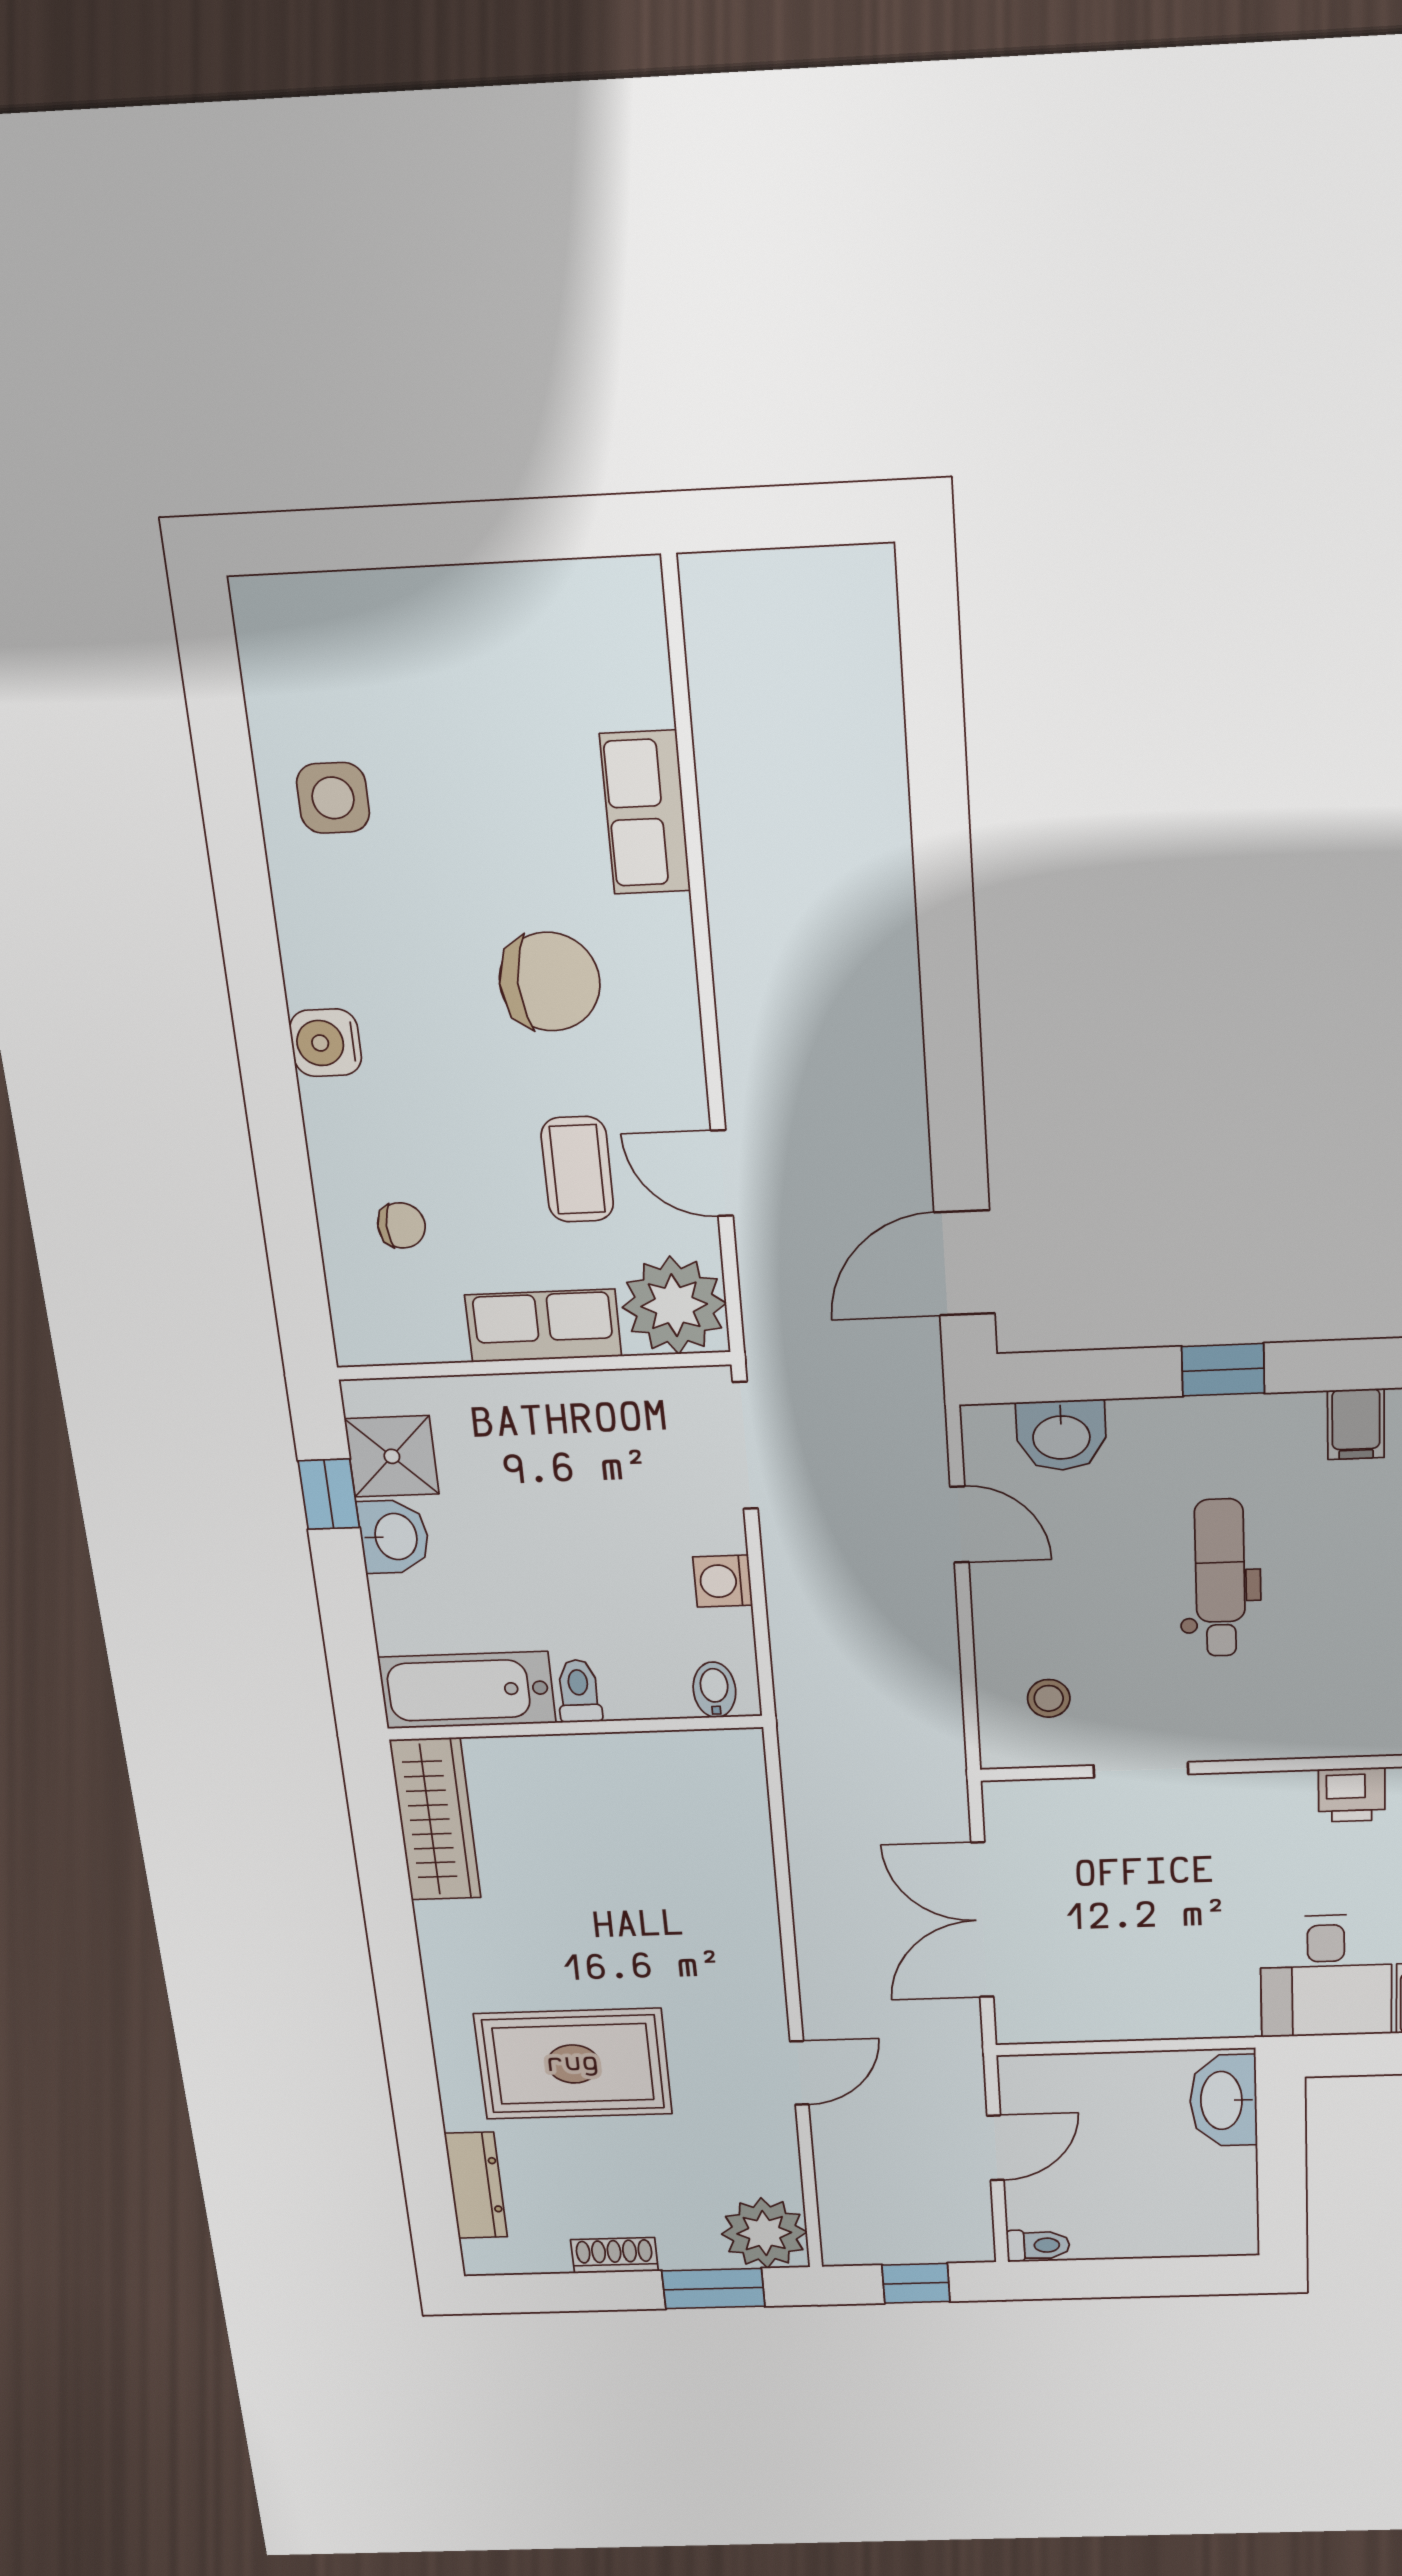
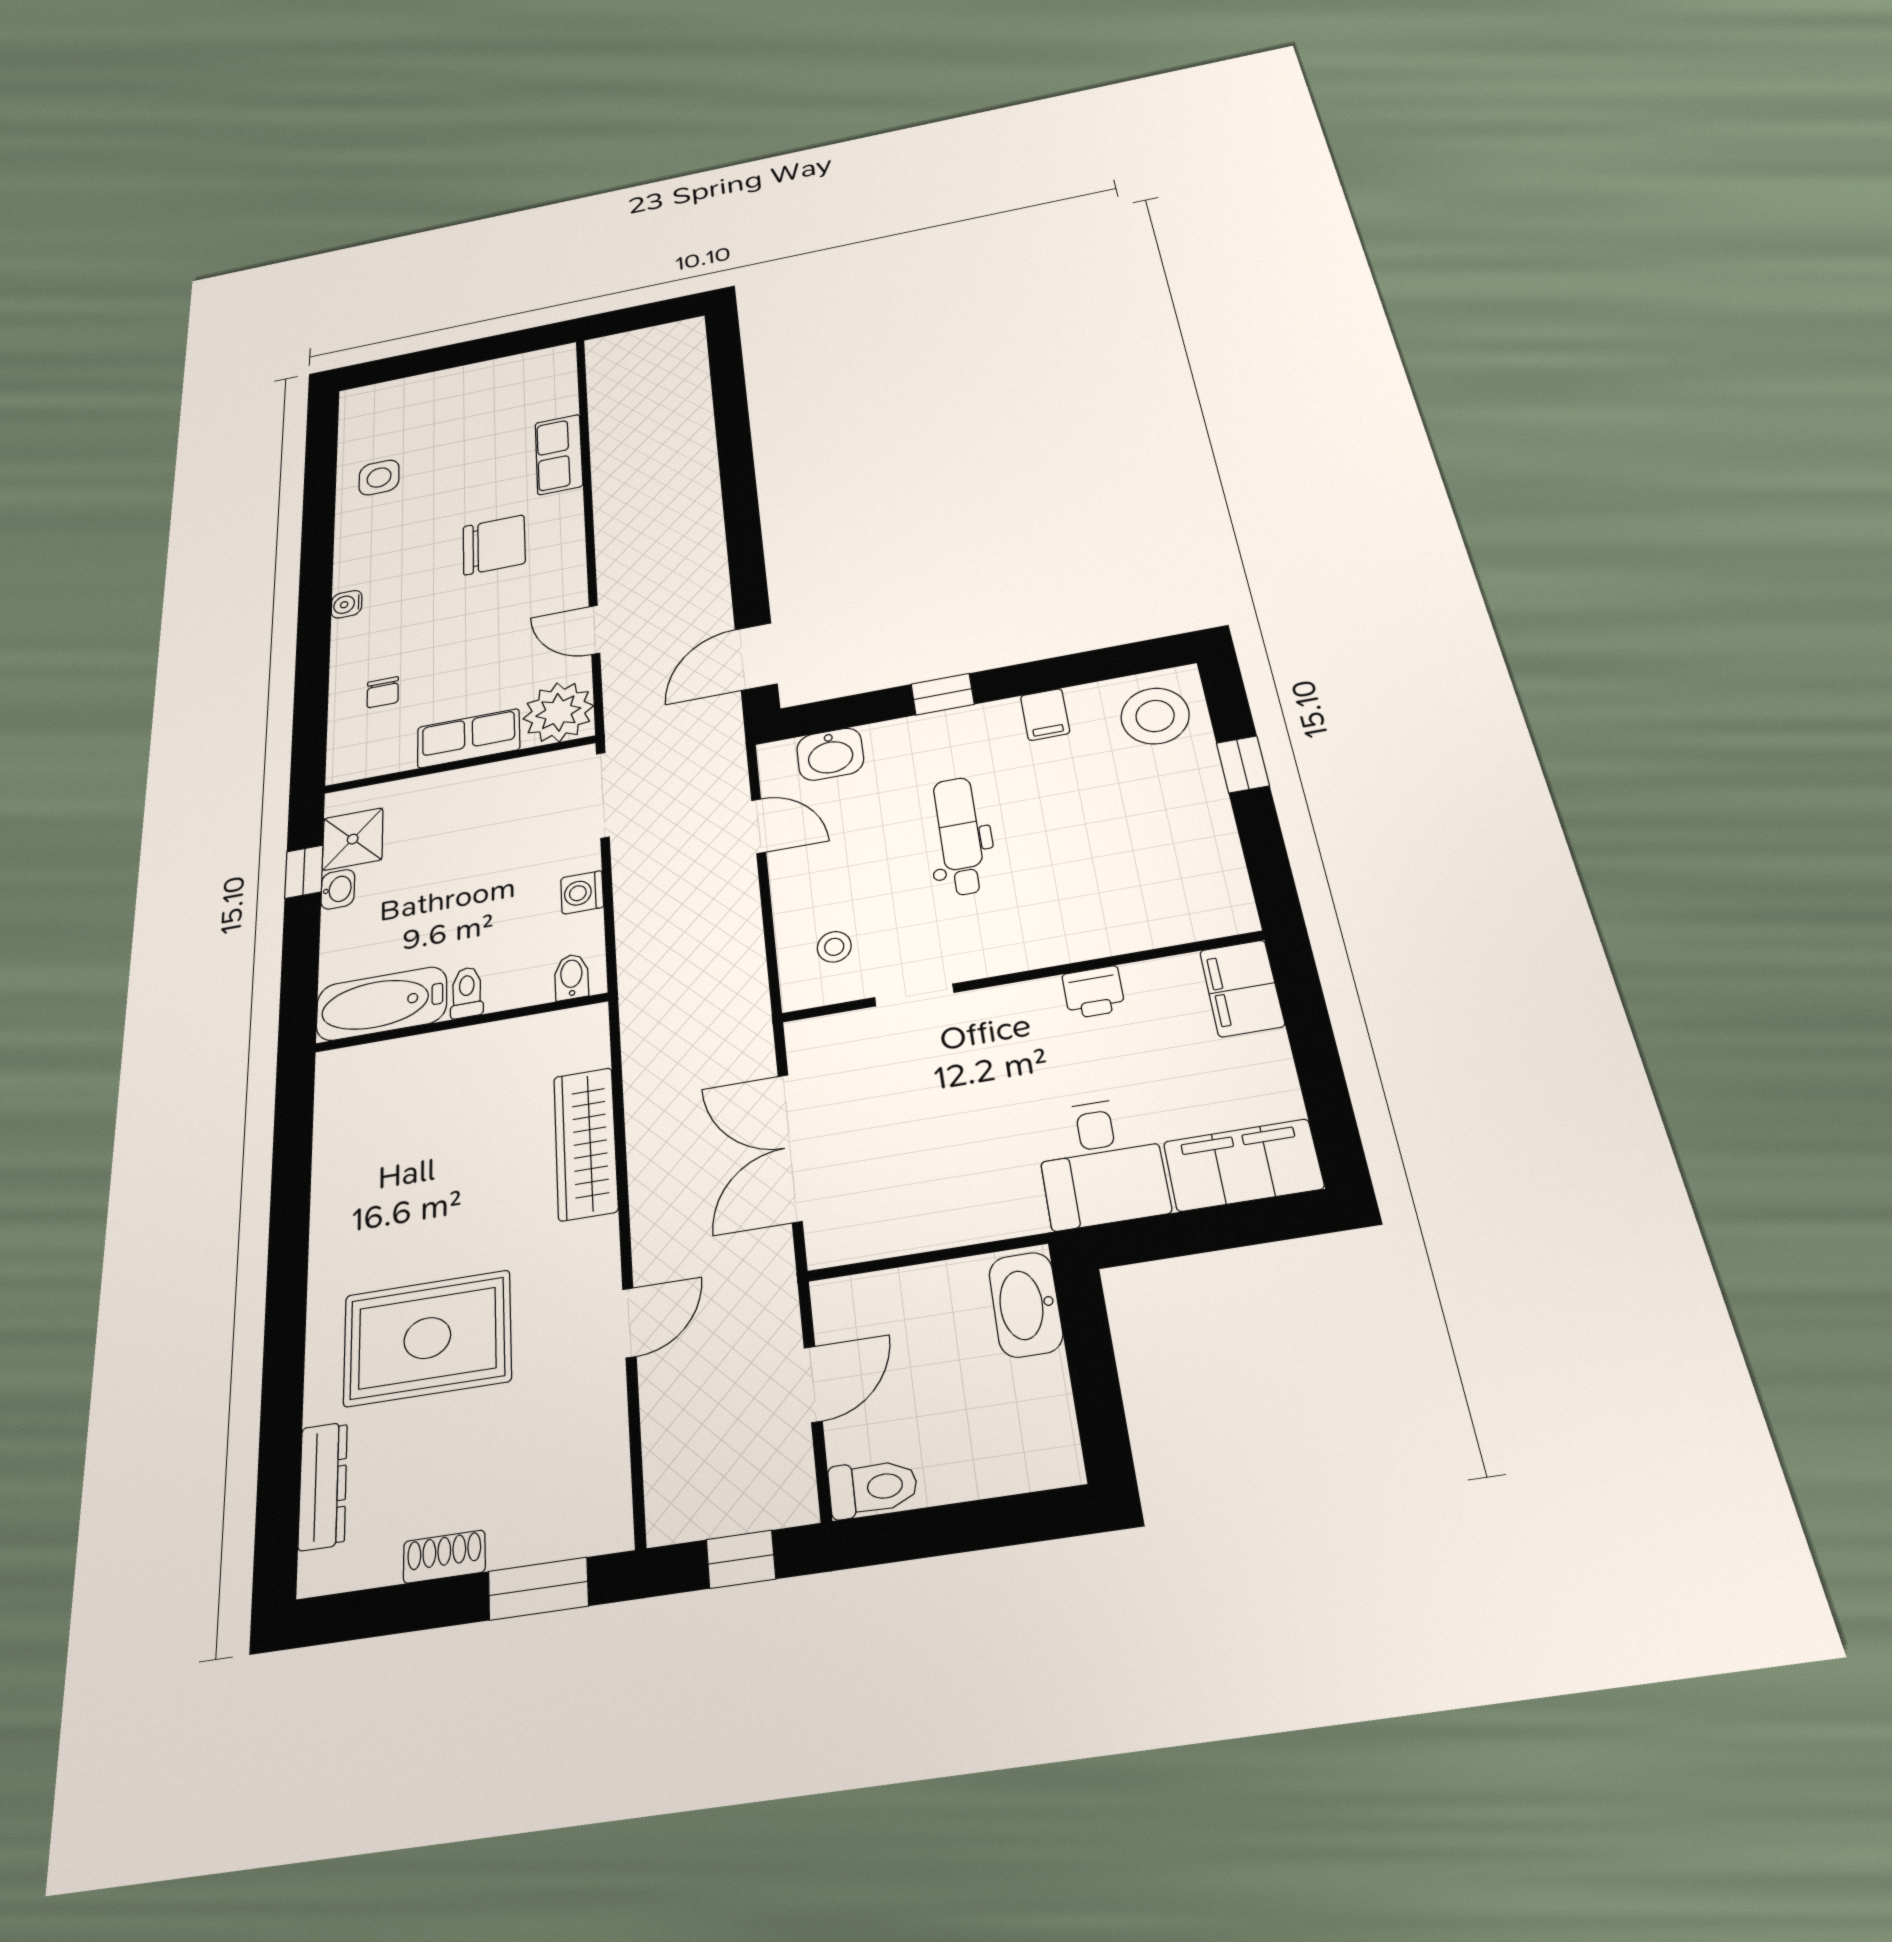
water cooler: (326, 1043) -> (347, 604), width x0.72, depth x0.72
coffee table: (577, 1169) -> (501, 642), removed
chair: (401, 1225) -> (383, 692), turned 90
washbasin: (394, 1537) -> (338, 889), width x0.72, depth x0.69
wardrobe: (435, 1819) -> (586, 1143), moved, turned 180
plant: (764, 2233) -> (591, 1512), removed
toilet: (1038, 2245) -> (873, 1488), width x1.37, depth x1.39

